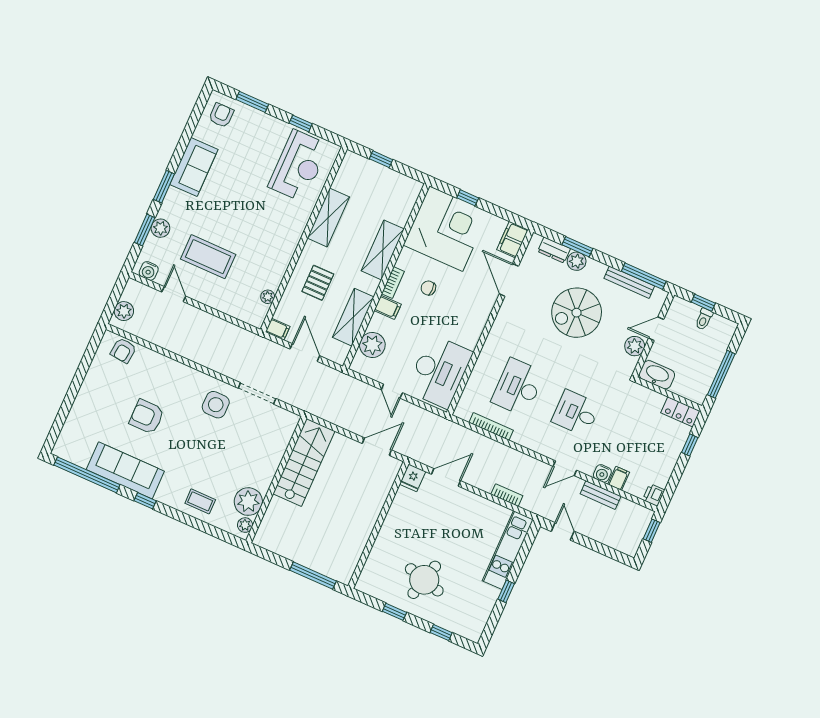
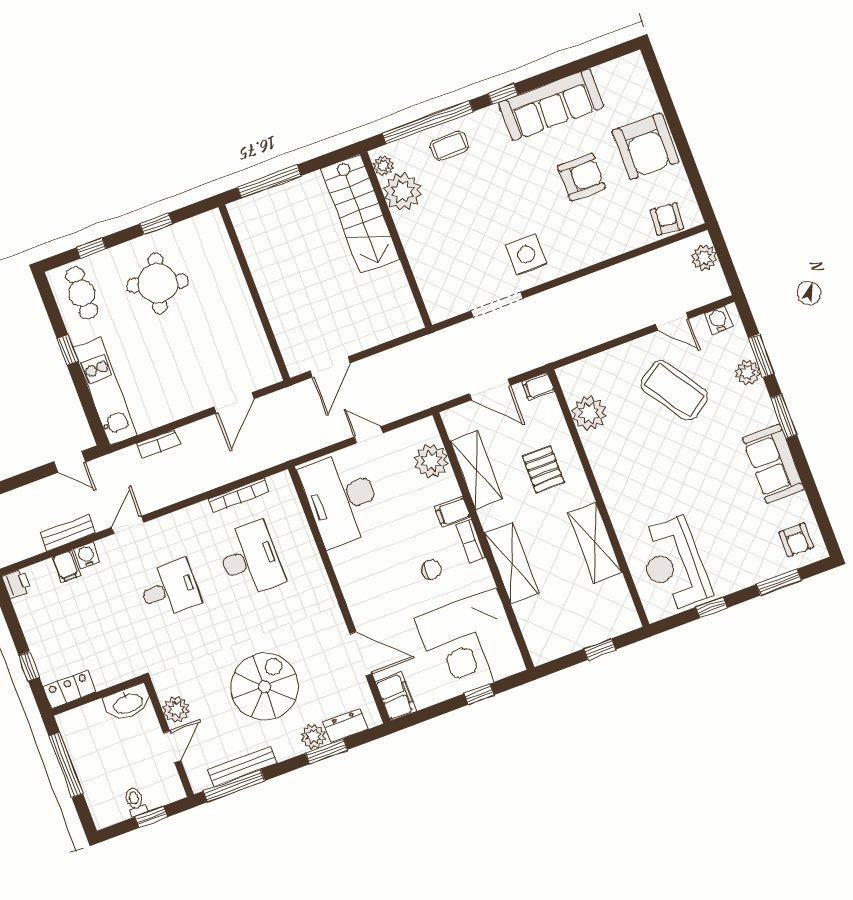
coffee table: (208, 257) -> (674, 390), turned 56
plant: (268, 297) -> (589, 413), width x1.88, depth x1.88
armchair: (97, 400) -> (645, 146), added
stairs: (304, 462) -> (360, 214), moved
window: (87, 475) -> (428, 122), moved
fridge: (413, 478) -> (266, 371), removed
cafe table: (469, 614) -> (82, 293), added

